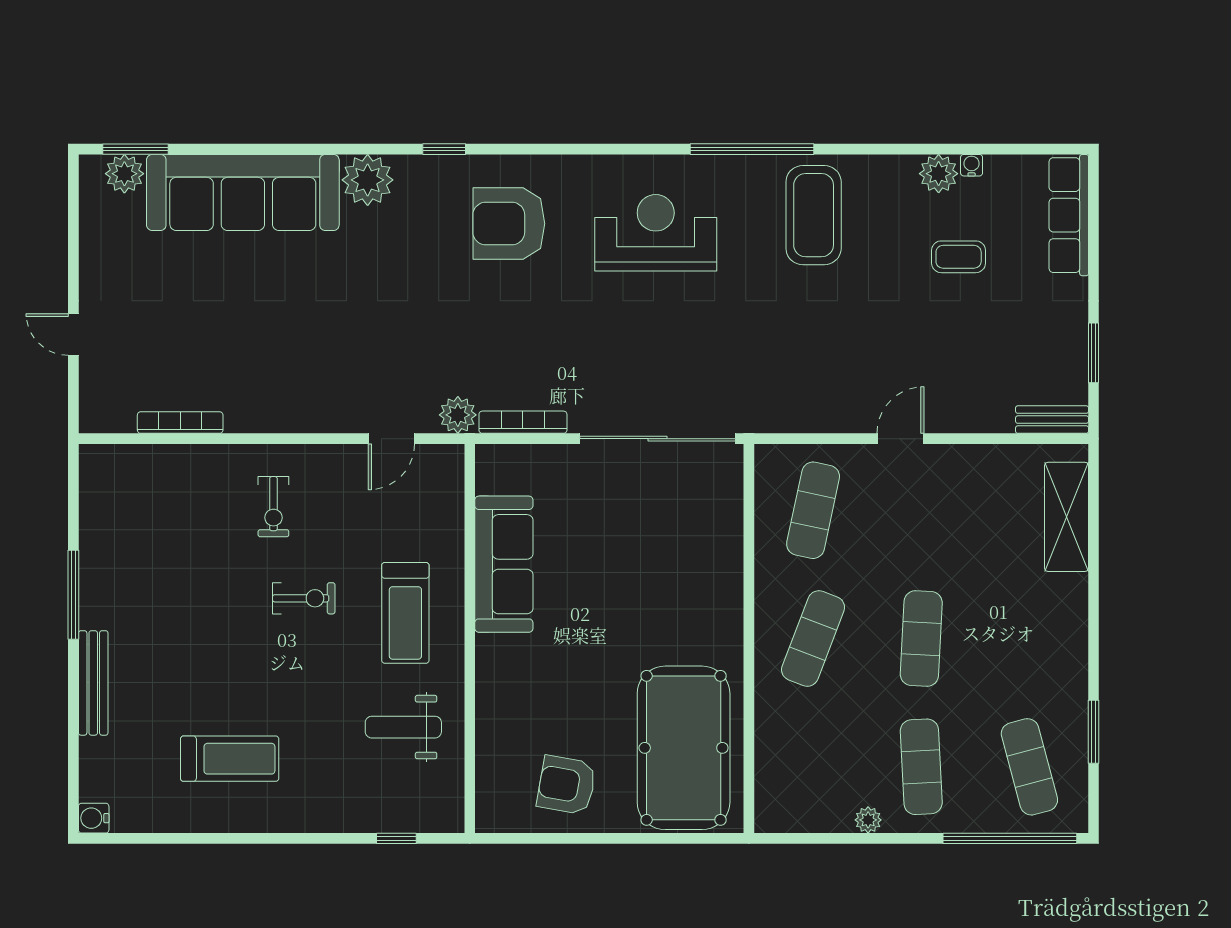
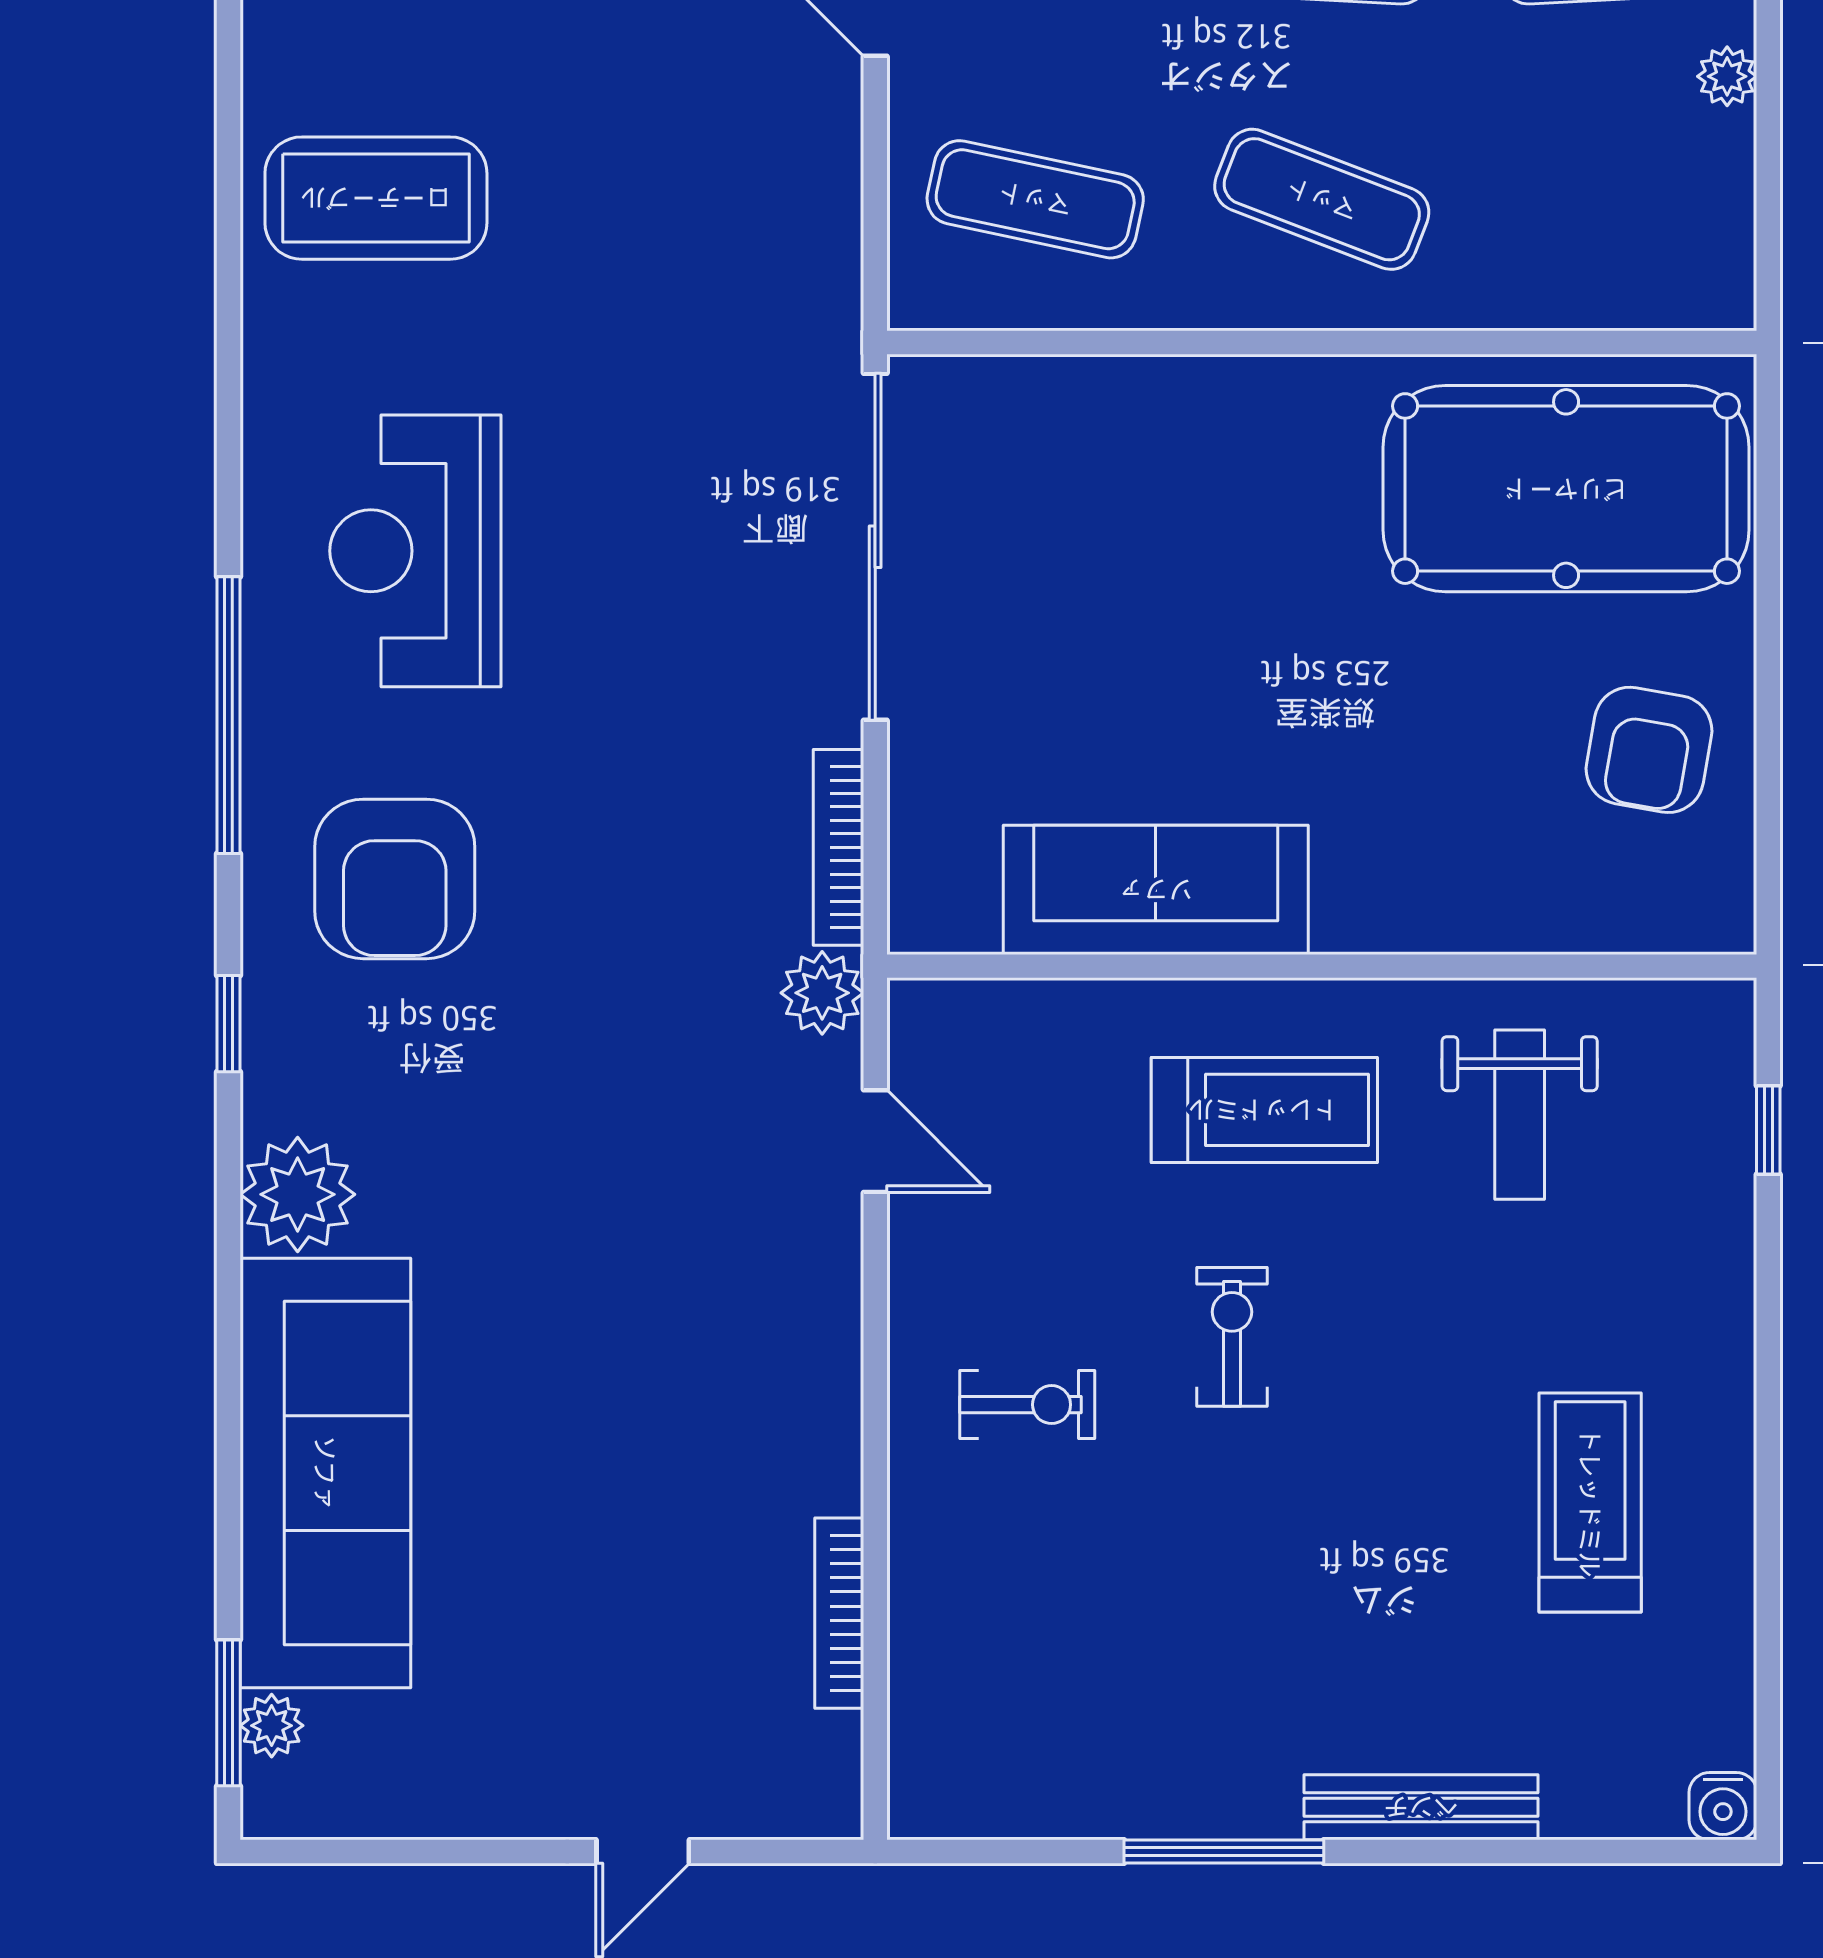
window: (752, 149) -> (228, 715), moved
plant: (124, 174) -> (272, 1726), width x0.73, depth x0.73

